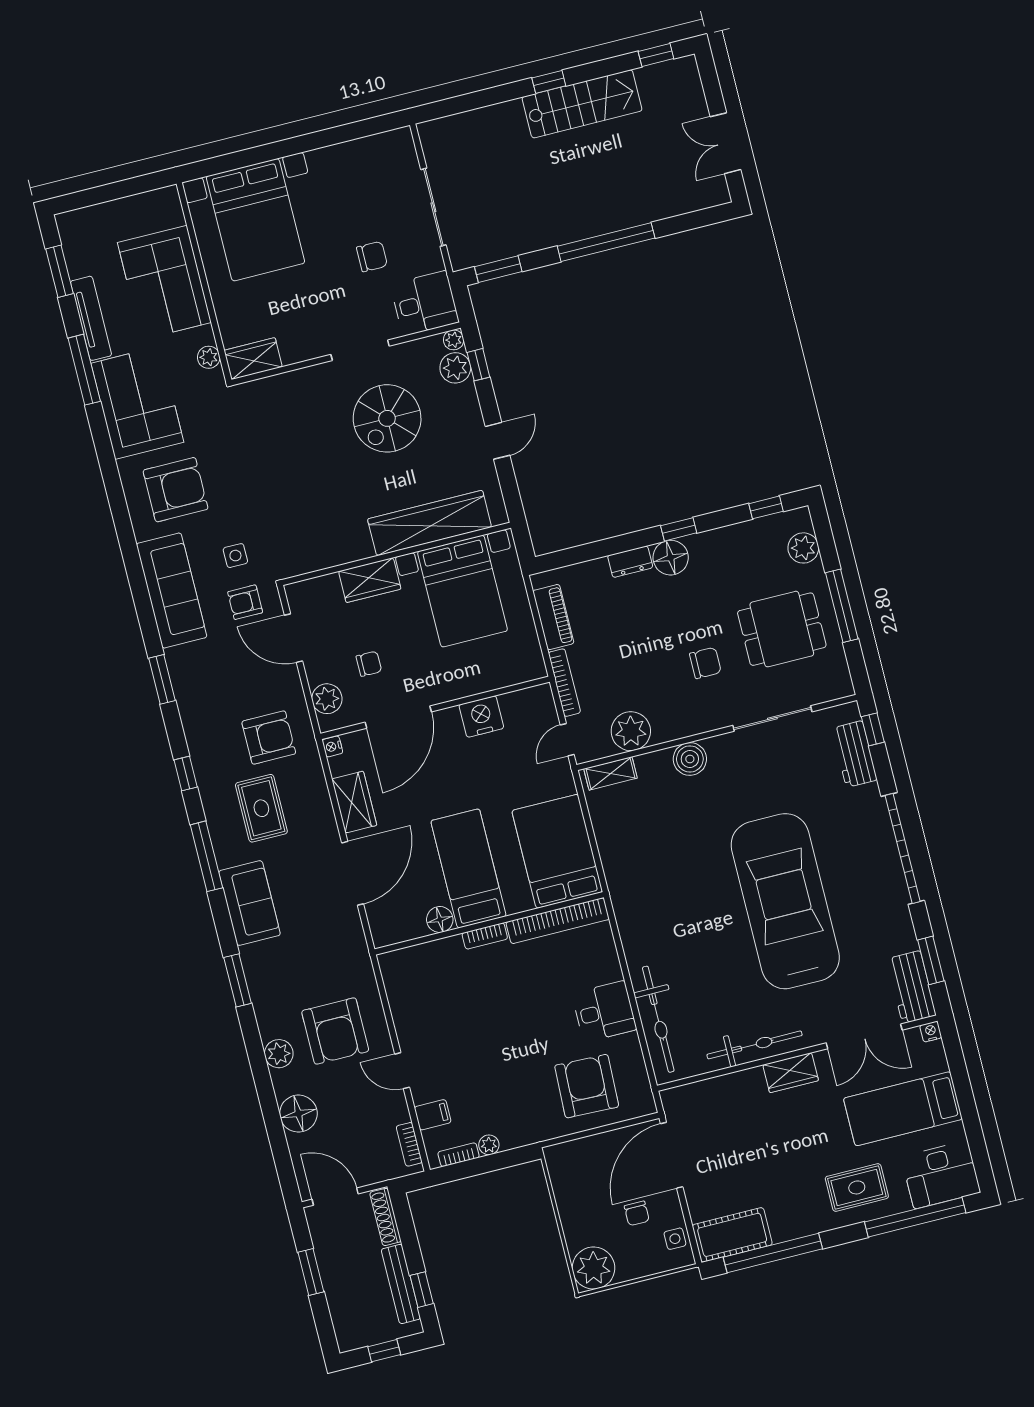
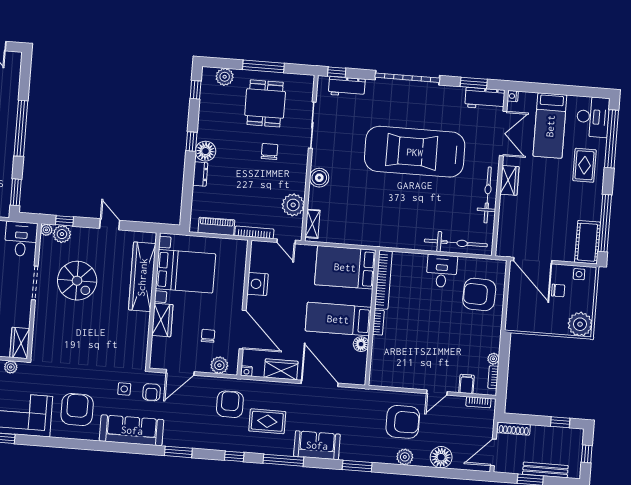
bench: (401, 1284) -> (545, 470), moved

